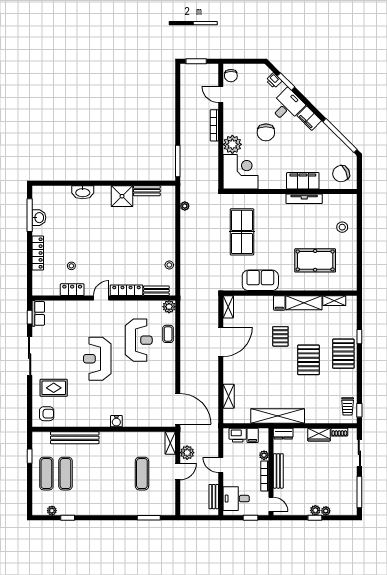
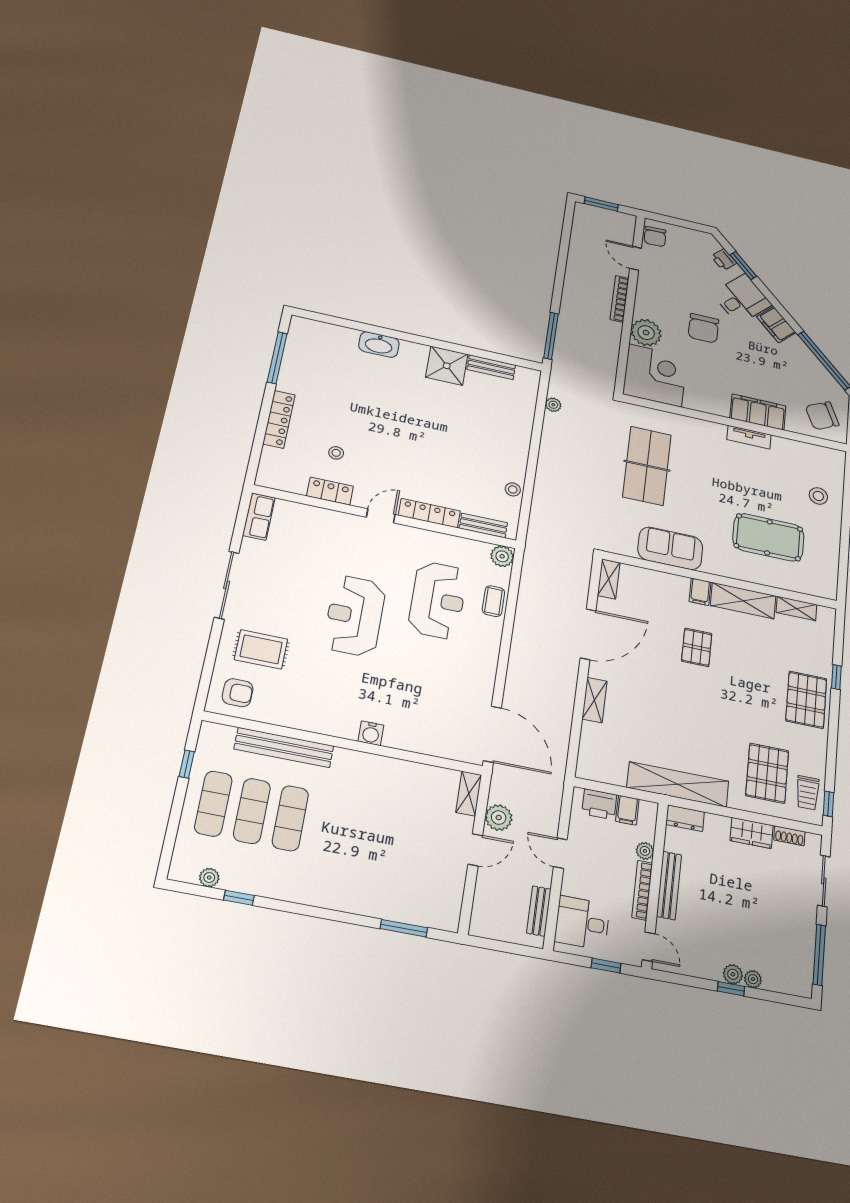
tv unit: (304, 199) -> (749, 437), width x0.71
washbasin: (39, 218) -> (293, 365), removed
window: (30, 317) -> (241, 519), removed
pallet: (309, 360) -> (767, 773), moved
shelving: (229, 396) -> (595, 700), moved
exercise mat: (142, 474) -> (290, 818), moved

